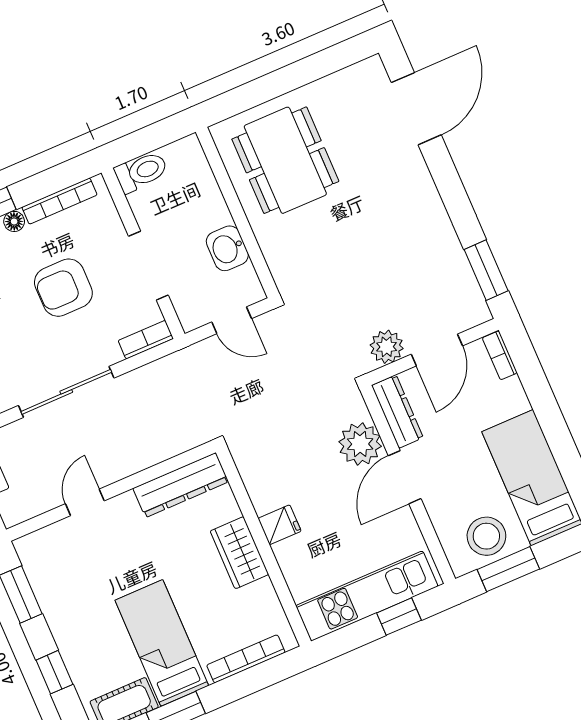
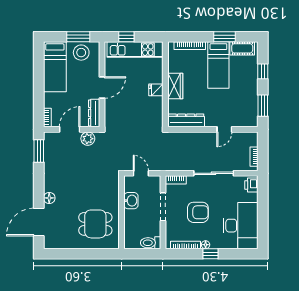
dining table: (285, 160) -> (95, 224), width x0.73
floor lamp: (416, 174) -> (49, 198), added
plant: (360, 444) -> (113, 107), removed

